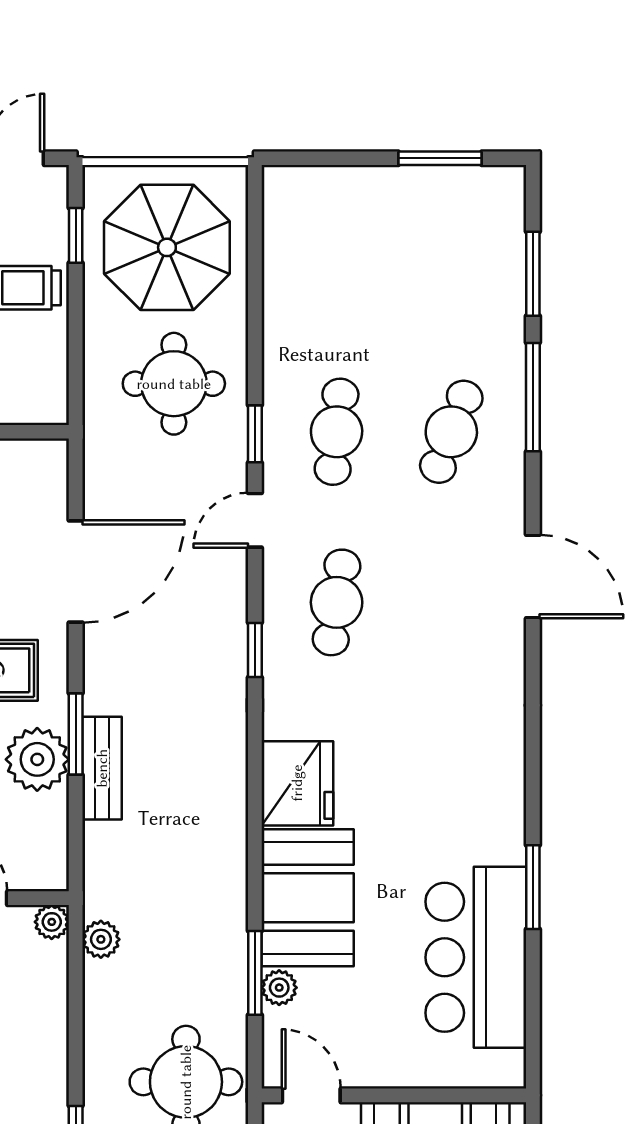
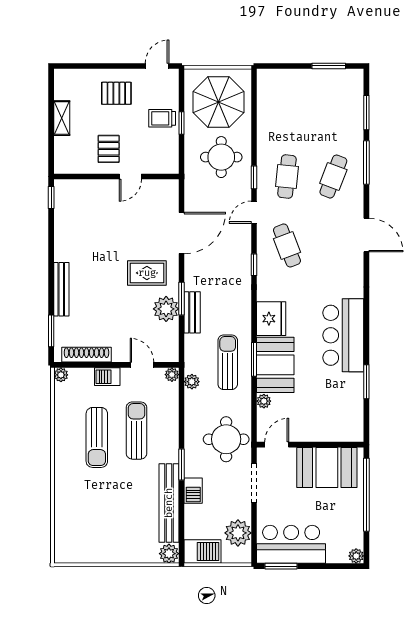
window: (76, 235) -> (182, 123), moved
cafe table: (337, 602) -> (287, 245), turned -30
window: (533, 887) -> (366, 382), moved
sun lounger: (190, 891) -> (228, 362), added
bar counter: (476, 957) -> (343, 335), moved
window: (255, 973) -> (254, 359), moved
door: (311, 1095) -> (277, 445), hinge flipped

